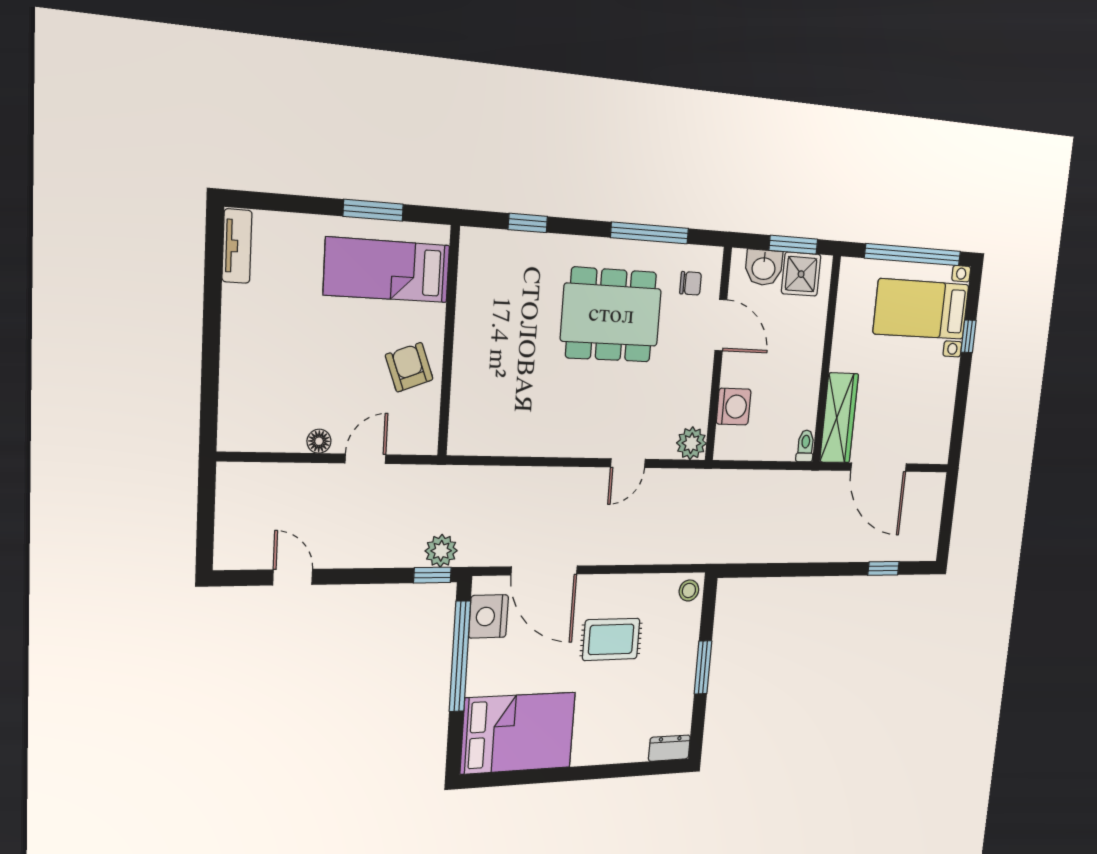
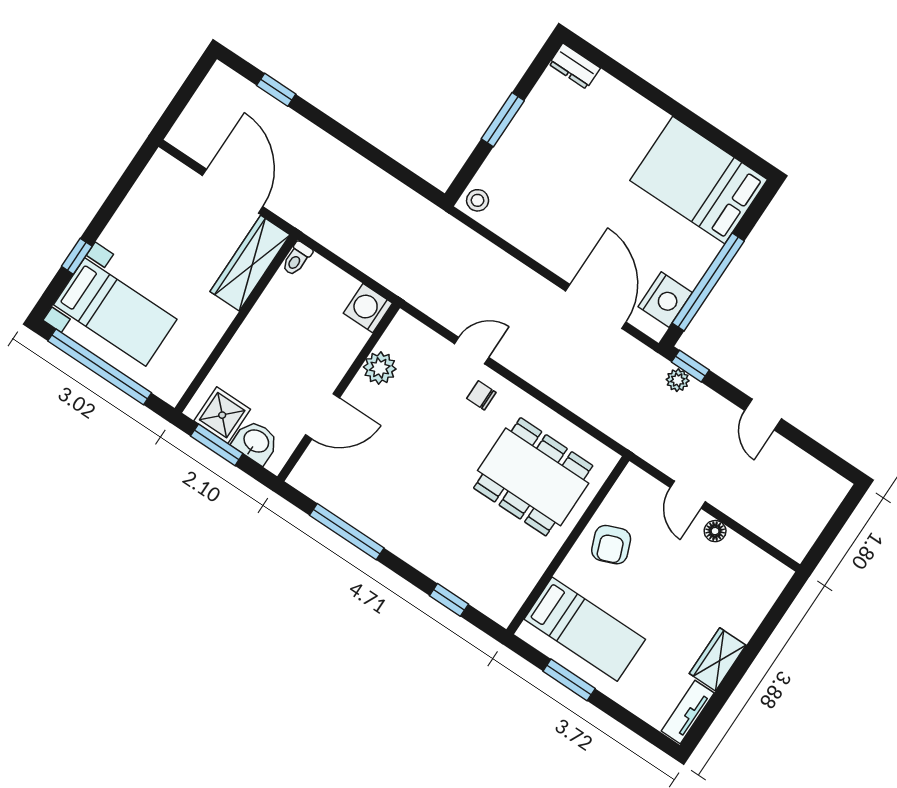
chair: (691, 283) -> (481, 395), moved
dining table: (611, 315) -> (533, 477), moved
wardrobe: (240, 318) -> (718, 659), added
door: (721, 325) -> (322, 416), swing flipped
washing machine: (734, 407) -> (368, 308), moved
plant: (691, 443) -> (380, 368), moved
door: (365, 459) -> (688, 495), hinge flipped
plant: (441, 551) -> (678, 380), width x0.73, depth x0.73
door: (293, 577) -> (763, 415), moved
rug: (611, 639) -> (572, 205), removed

